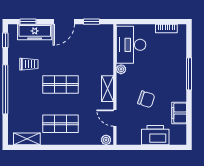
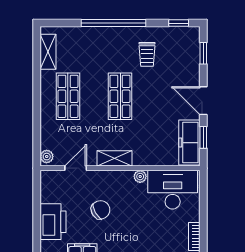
freezer: (35, 32) -> (189, 143), moved
chair: (146, 99) -> (100, 210), turned -138

